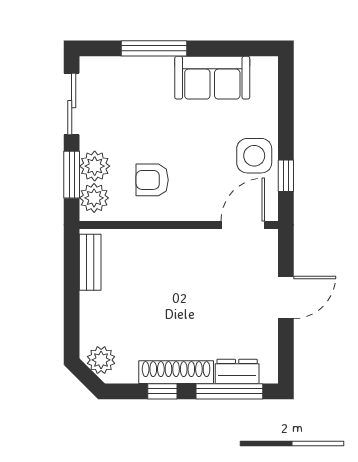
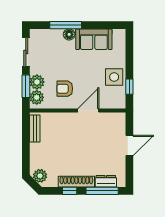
floor lamp: (161, 68) -> (69, 34), added
door: (243, 225) -> (88, 110), moved

